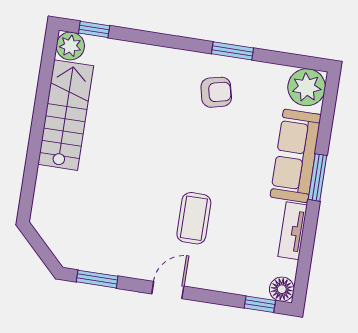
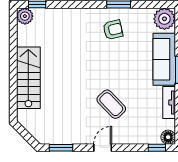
stairs: (66, 115) -> (28, 78), moved
coffee table: (194, 218) -> (111, 104), turned -44

